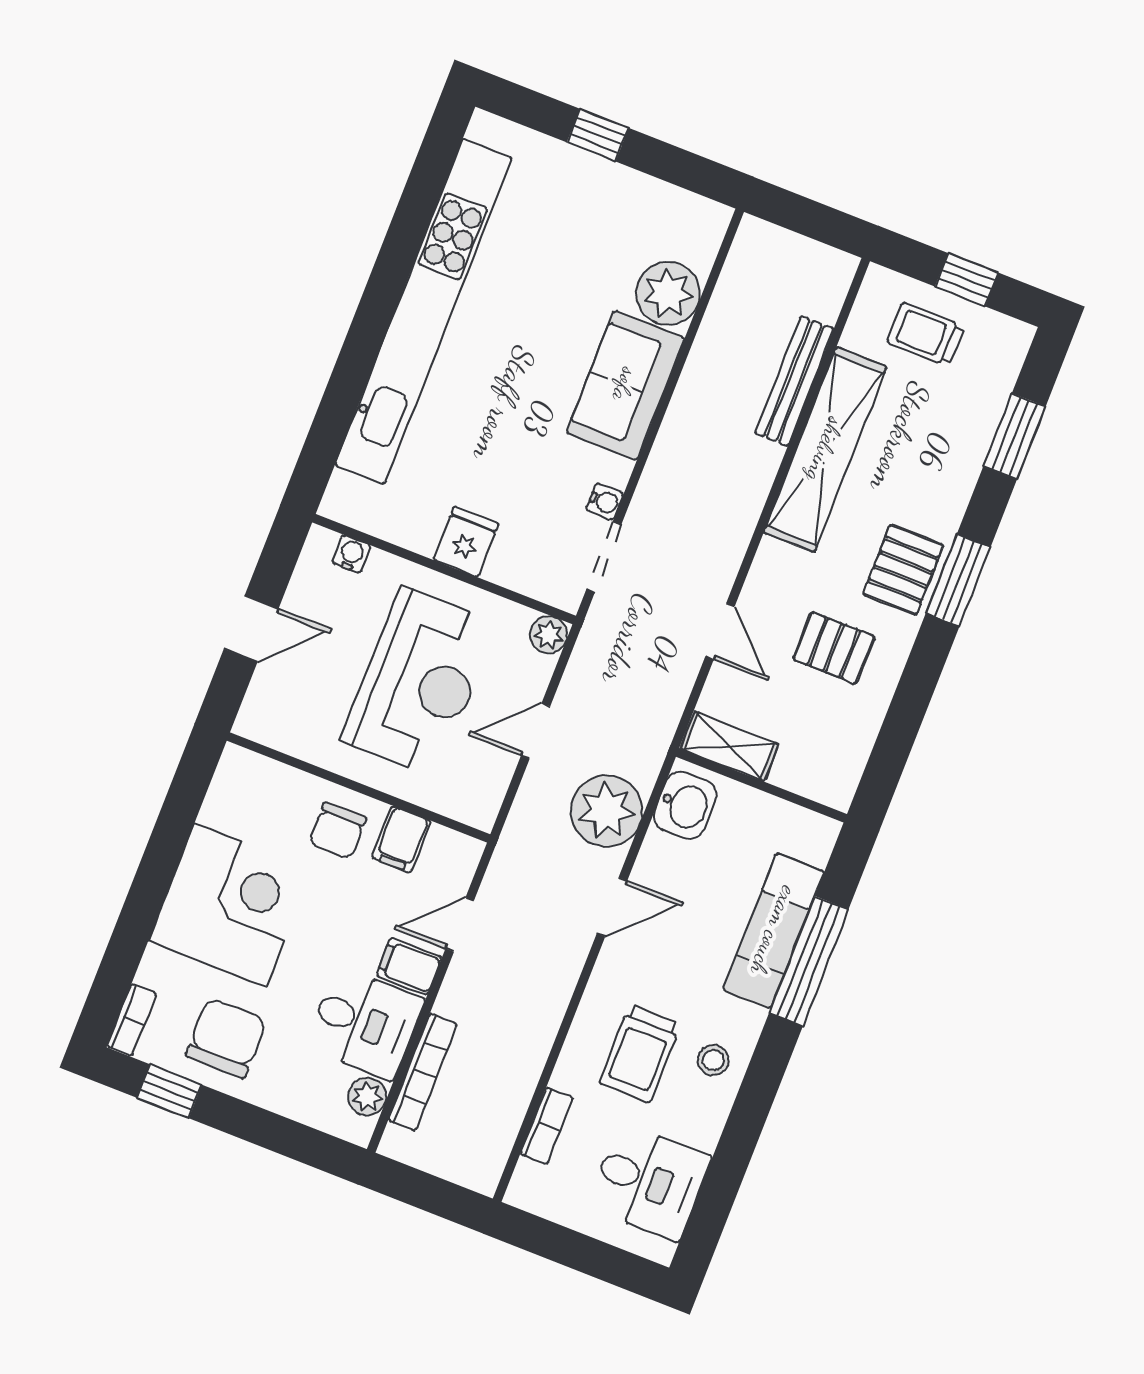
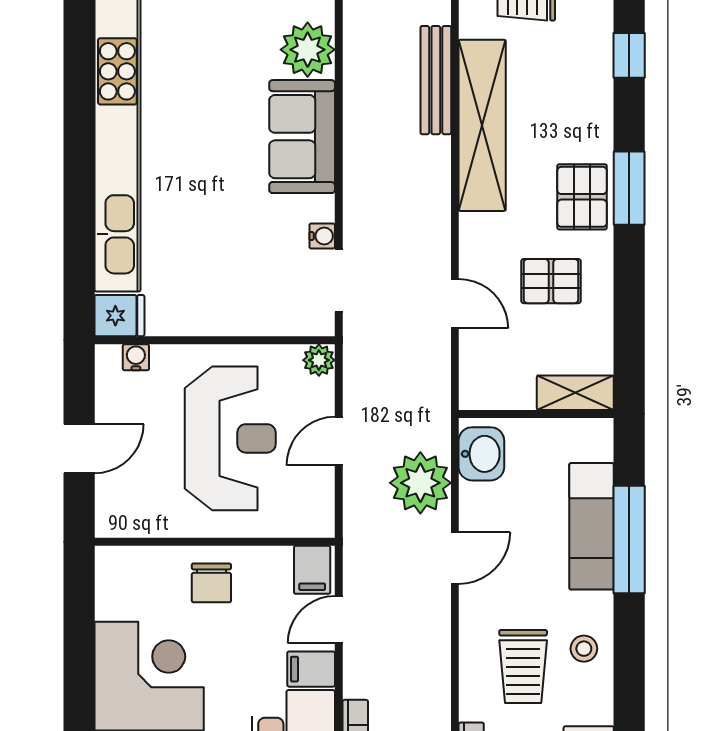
window: (1014, 436) -> (629, 55), width x0.67
fridge: (466, 542) -> (119, 316), moved, turned 90
shelving: (729, 746) -> (575, 393), moved
filing cabinet: (401, 839) -> (312, 570), moved

